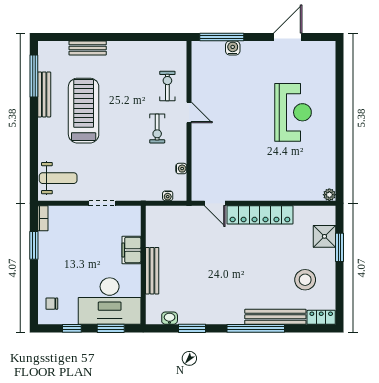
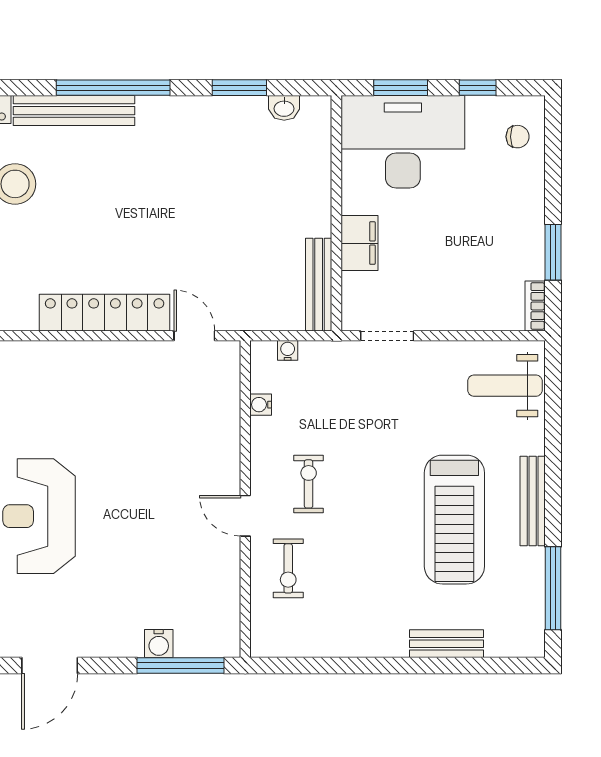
bench: (44, 94) -> (533, 501), moved
doorway: (102, 203) -> (387, 336), moved
bench: (152, 271) -> (319, 285), moved

